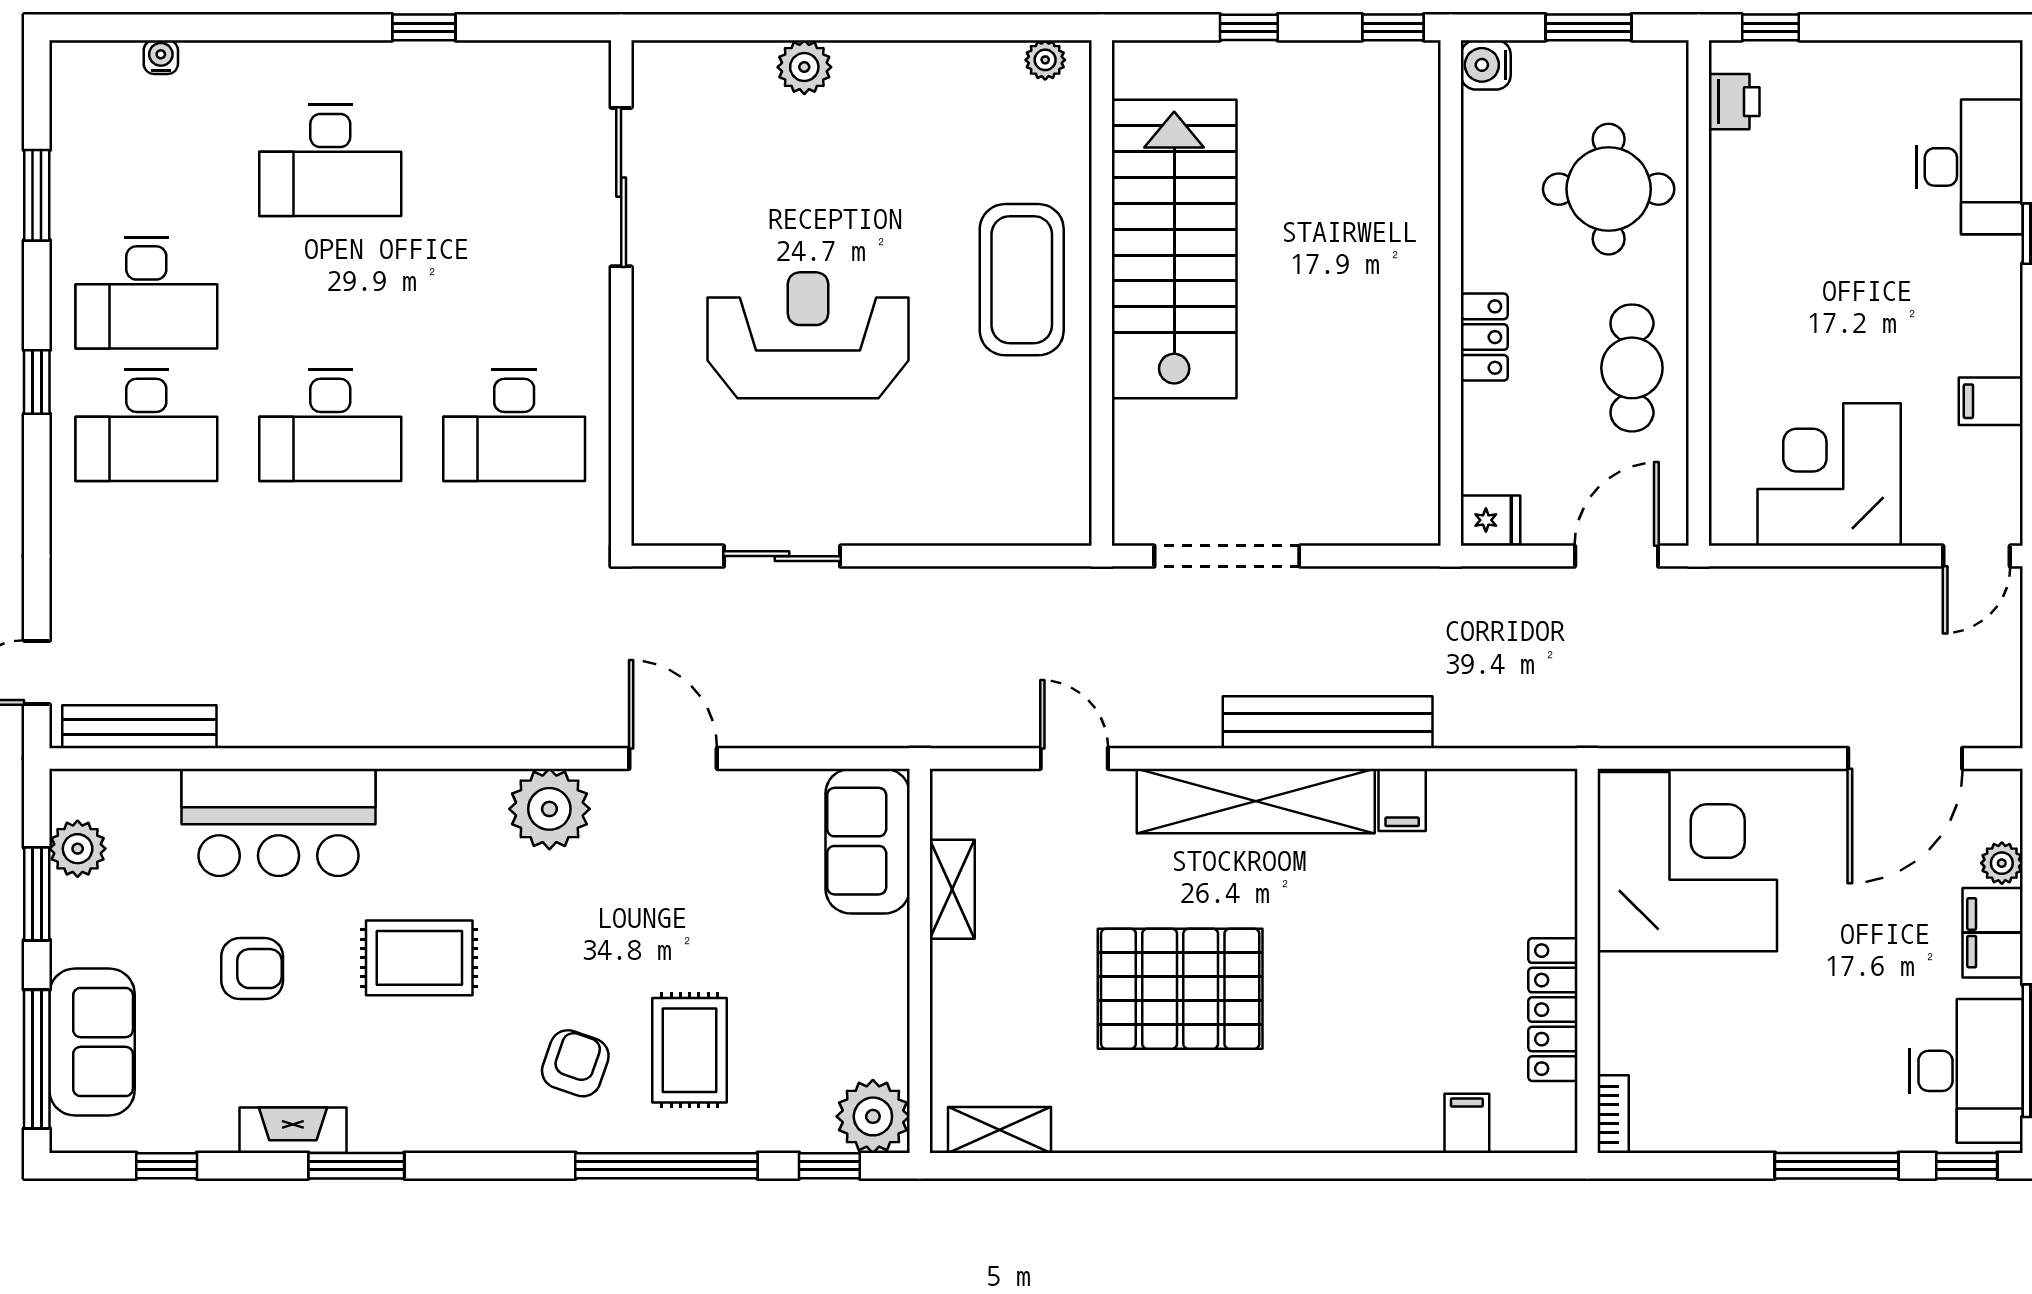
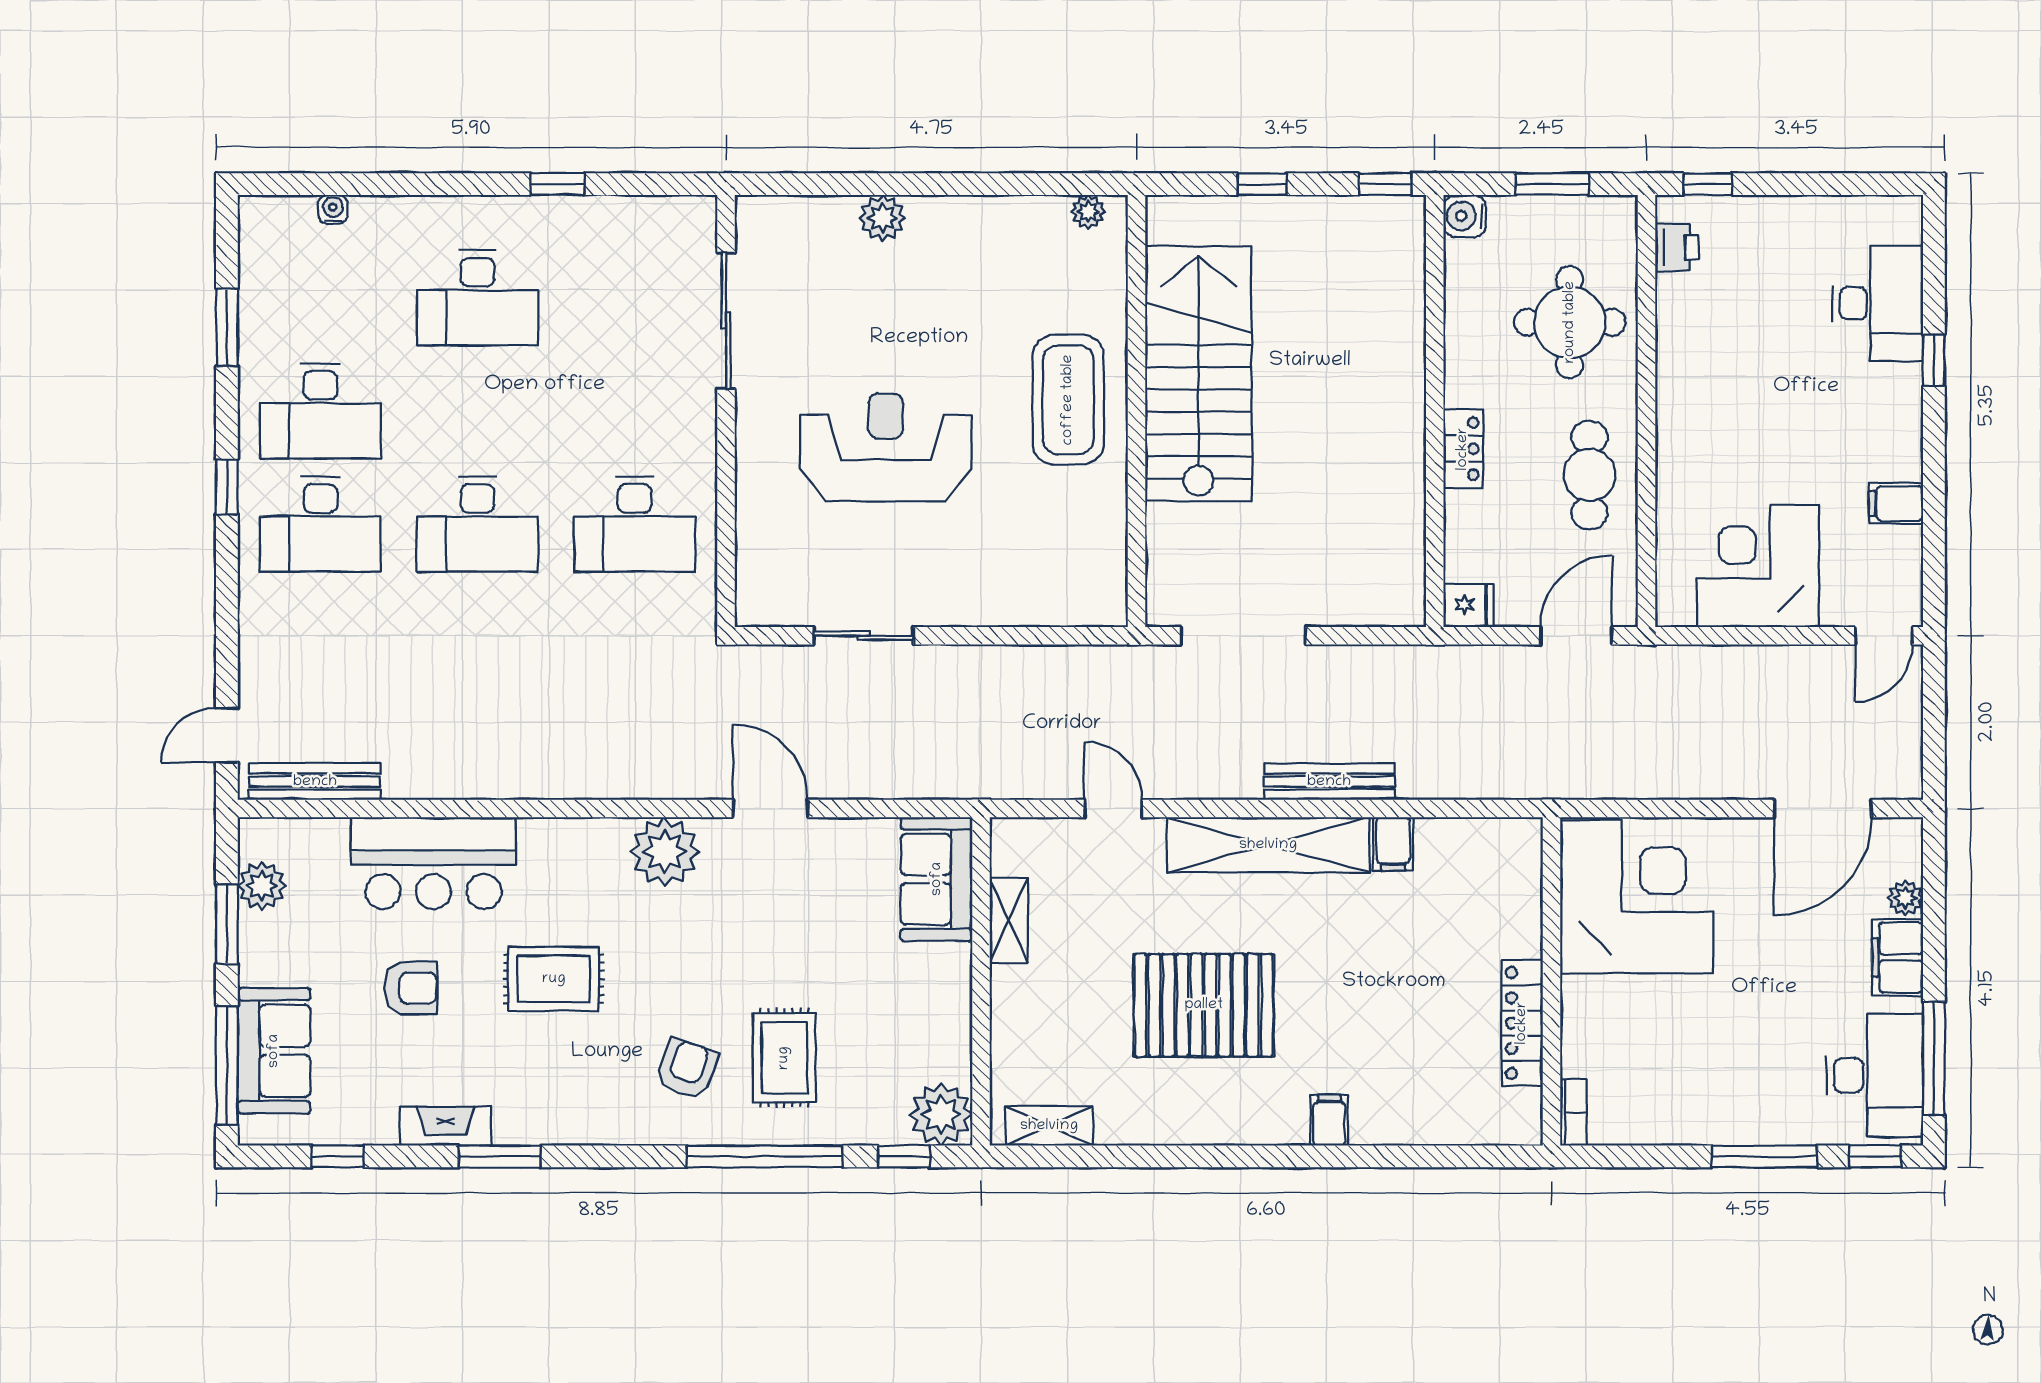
bench: (1328, 722) -> (1329, 782), width x0.73, depth x0.82
filing cabinet: (1467, 1123) -> (1329, 1120), moved

